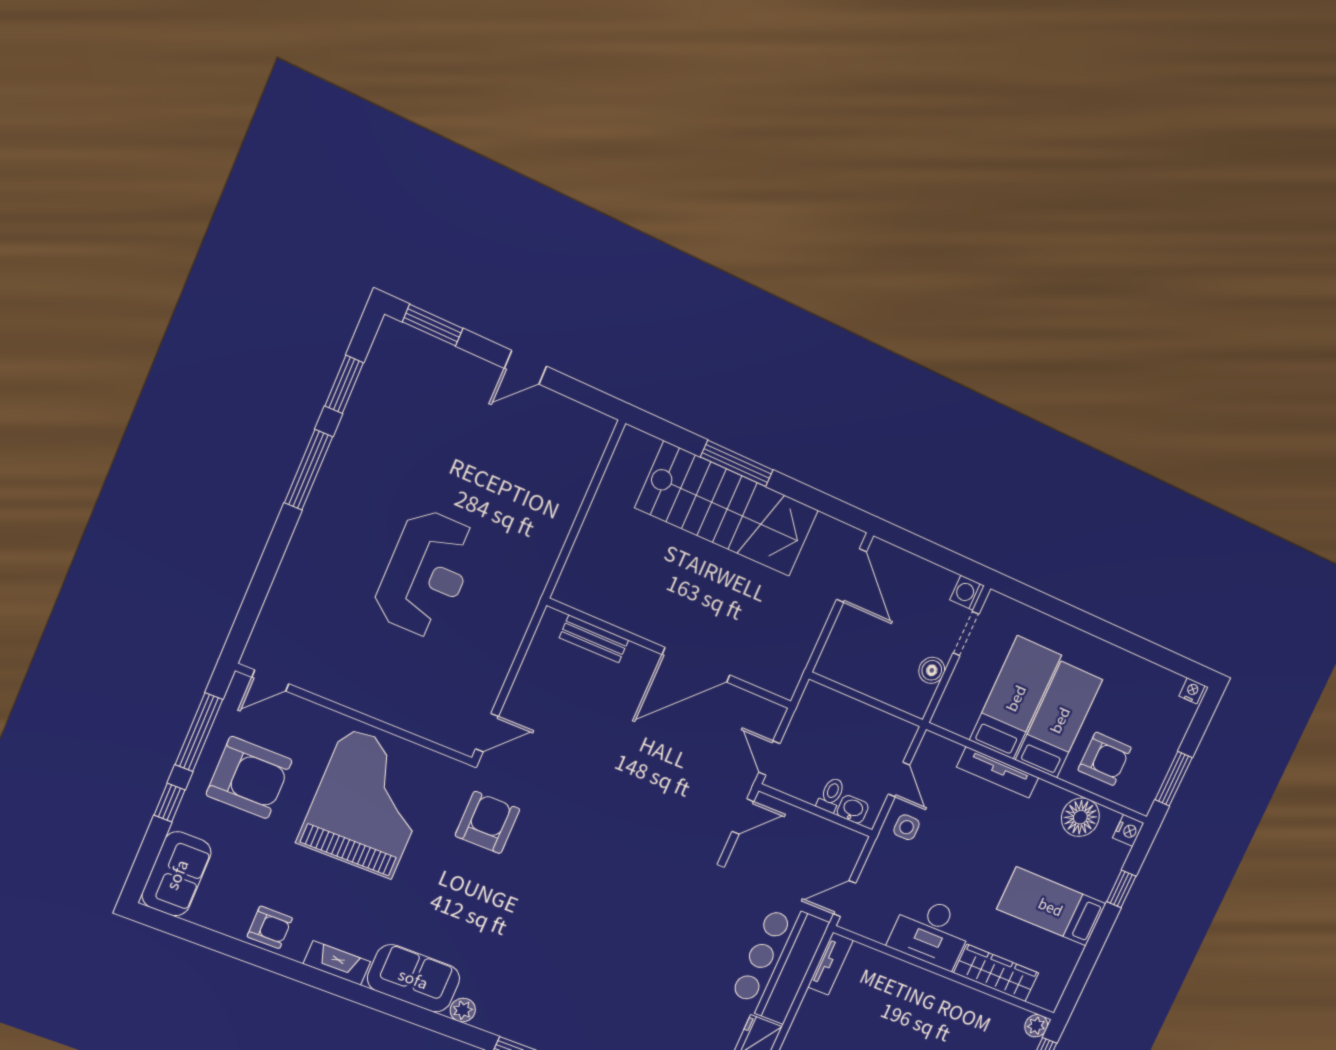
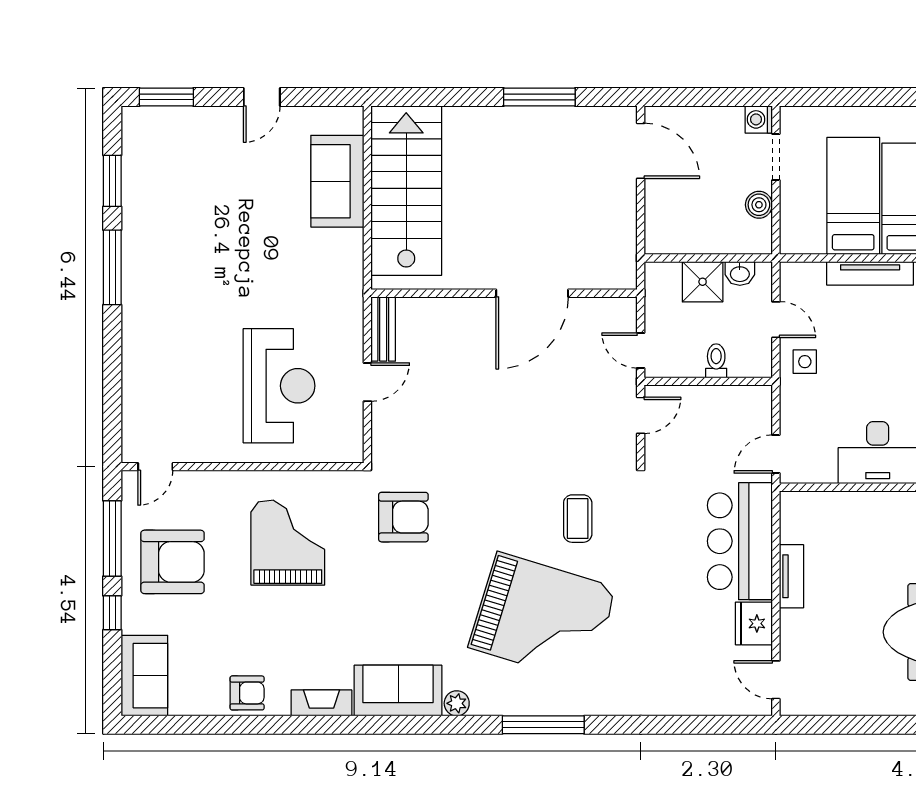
window: (737, 463) -> (539, 97), moved
sofa: (562, 481) -> (337, 181), added
stairs: (727, 509) -> (406, 191), moved, turned -90
reception desk: (426, 573) -> (279, 386), moved
bench: (594, 639) -> (383, 329), moved, turned 90
shower: (851, 719) -> (703, 282), added
door: (487, 733) -> (367, 382), moved
grand piano: (368, 803) -> (288, 543), width x0.73, depth x0.68
washbasin: (853, 809) -> (740, 273), moved, turned 180
armchair: (487, 822) -> (403, 517), turned 90
coffee table: (646, 887) -> (578, 519), added
grand piano: (575, 963) -> (543, 618), added
tv unit: (830, 964) -> (791, 576), moved

